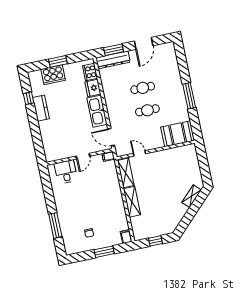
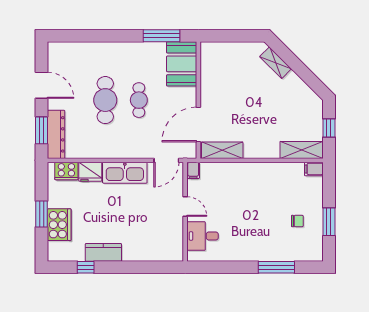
cafe table: (143, 88) -> (105, 100), width x1.37, depth x1.35
window: (189, 96) -> (162, 36), moved
door: (139, 153) -> (198, 125), width x1.87
shelving: (132, 202) -> (302, 150), moved
window: (104, 252) -> (329, 222), moved

